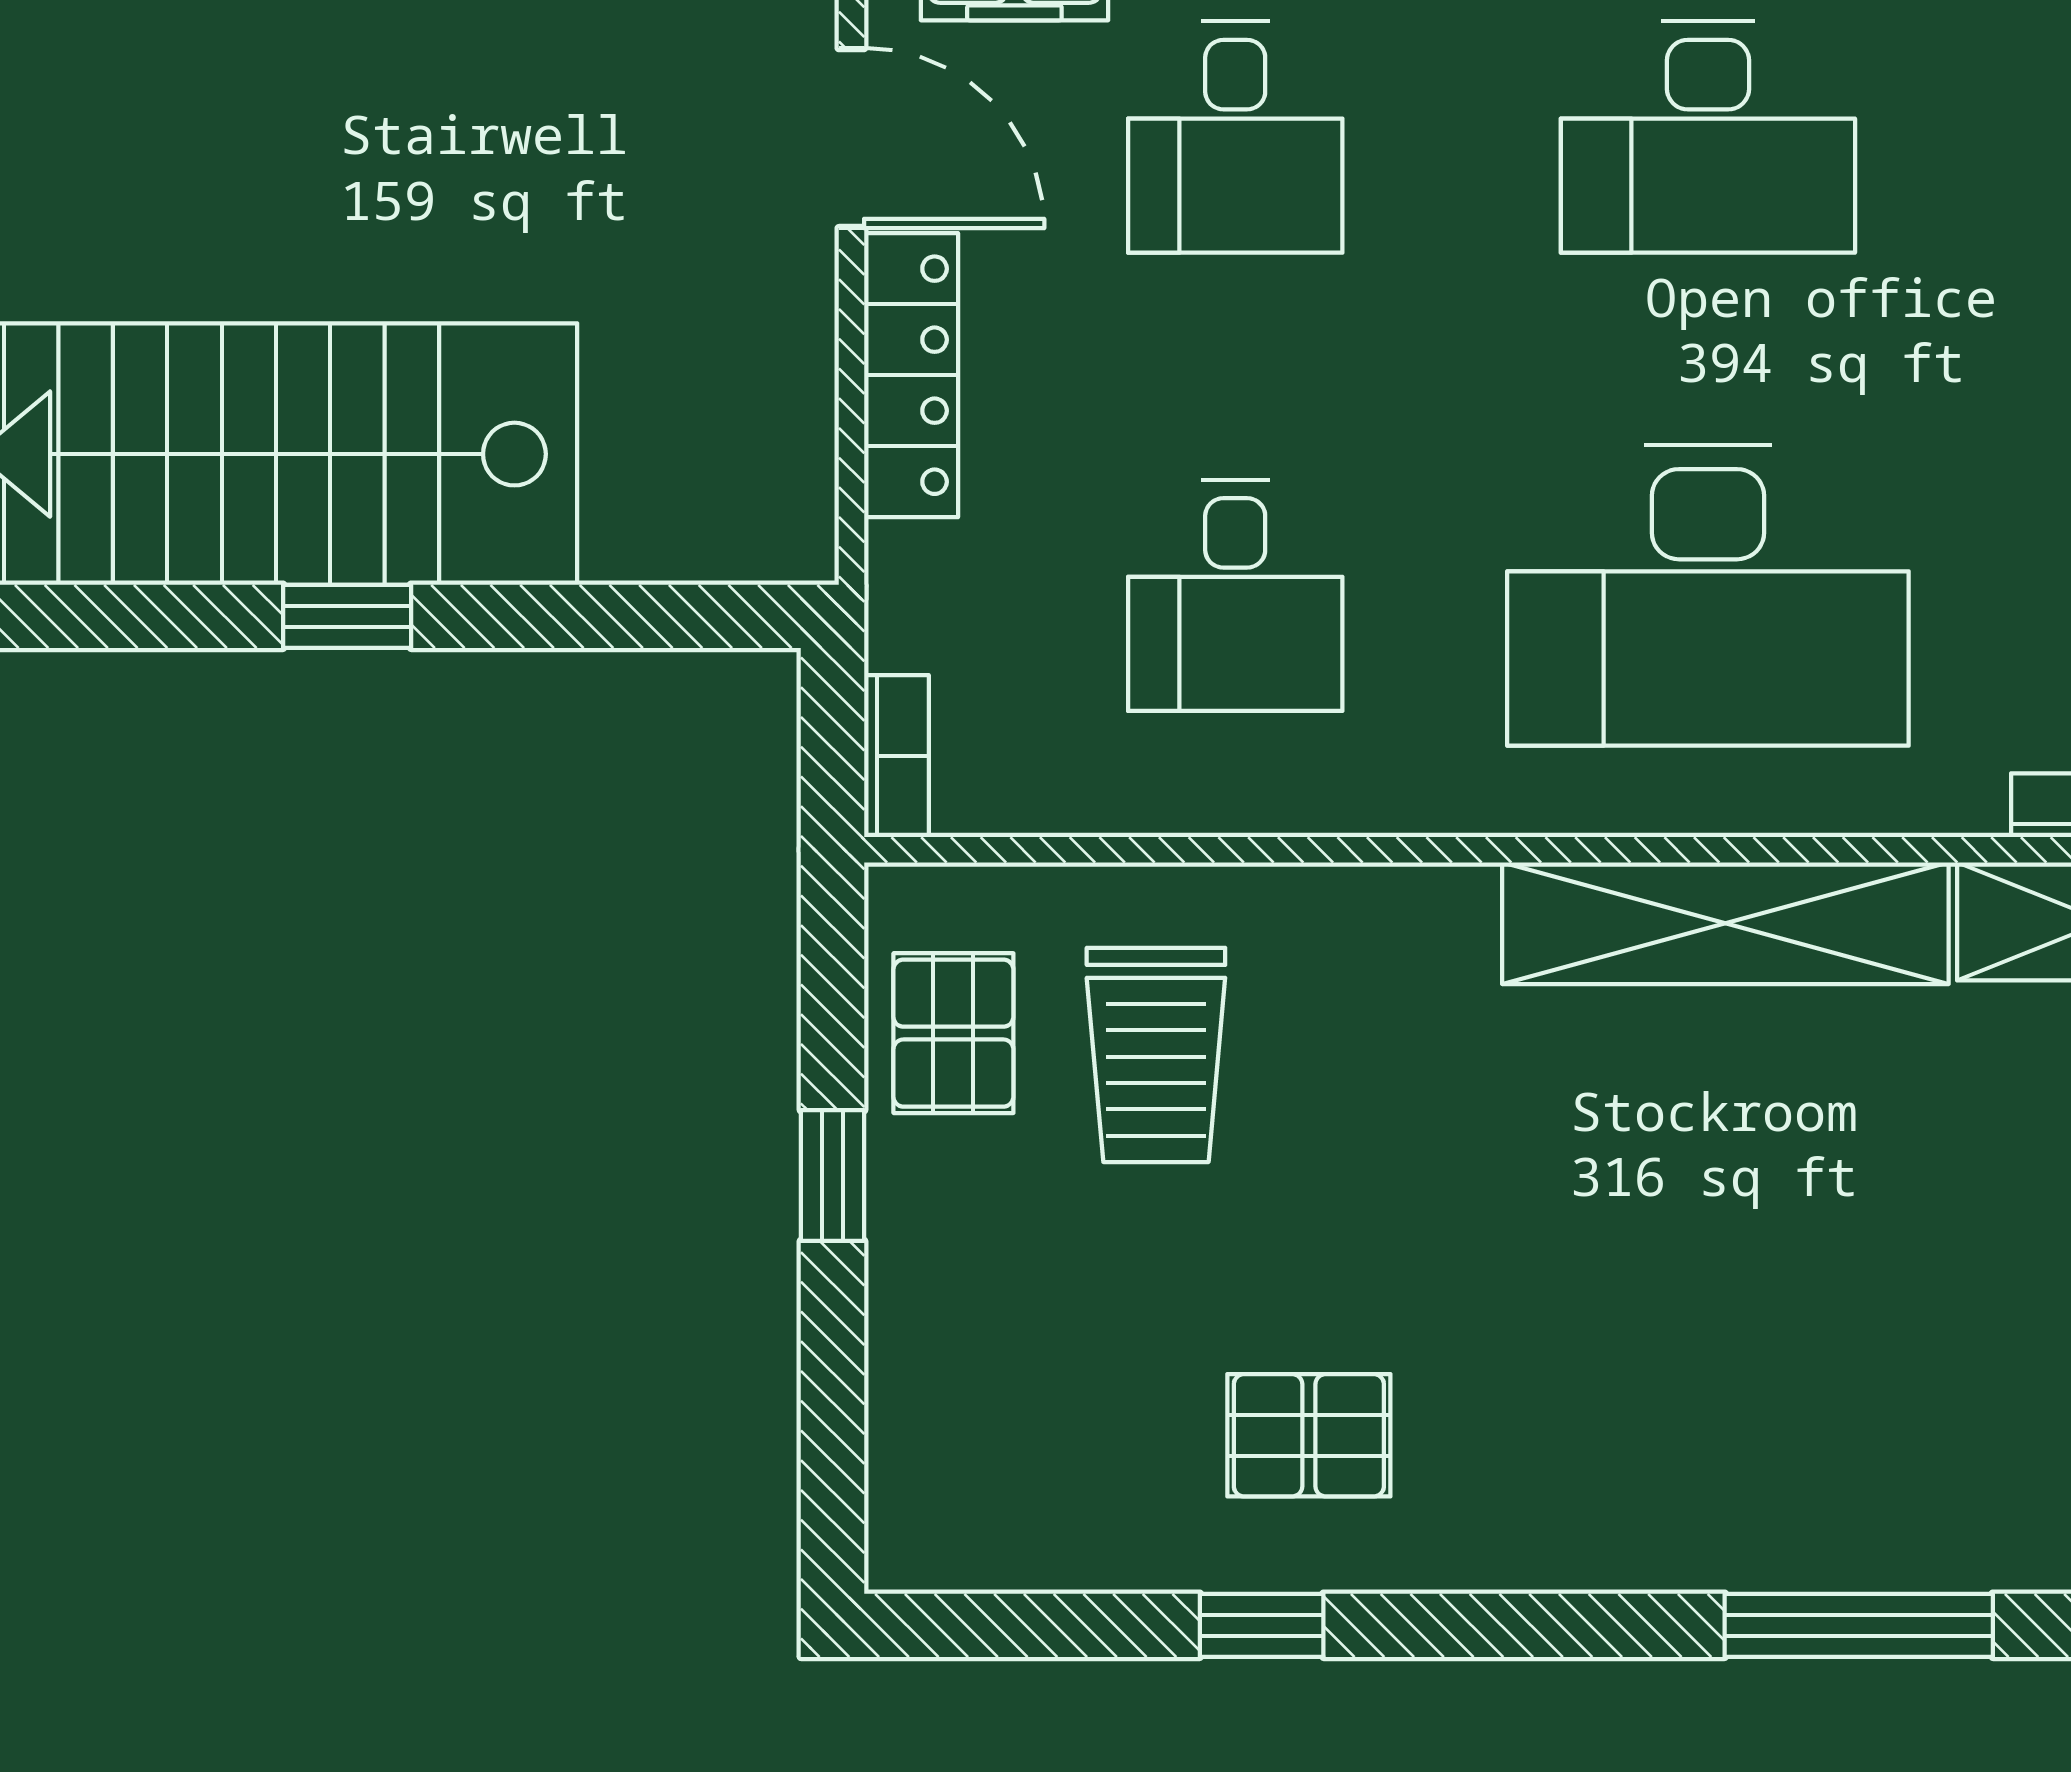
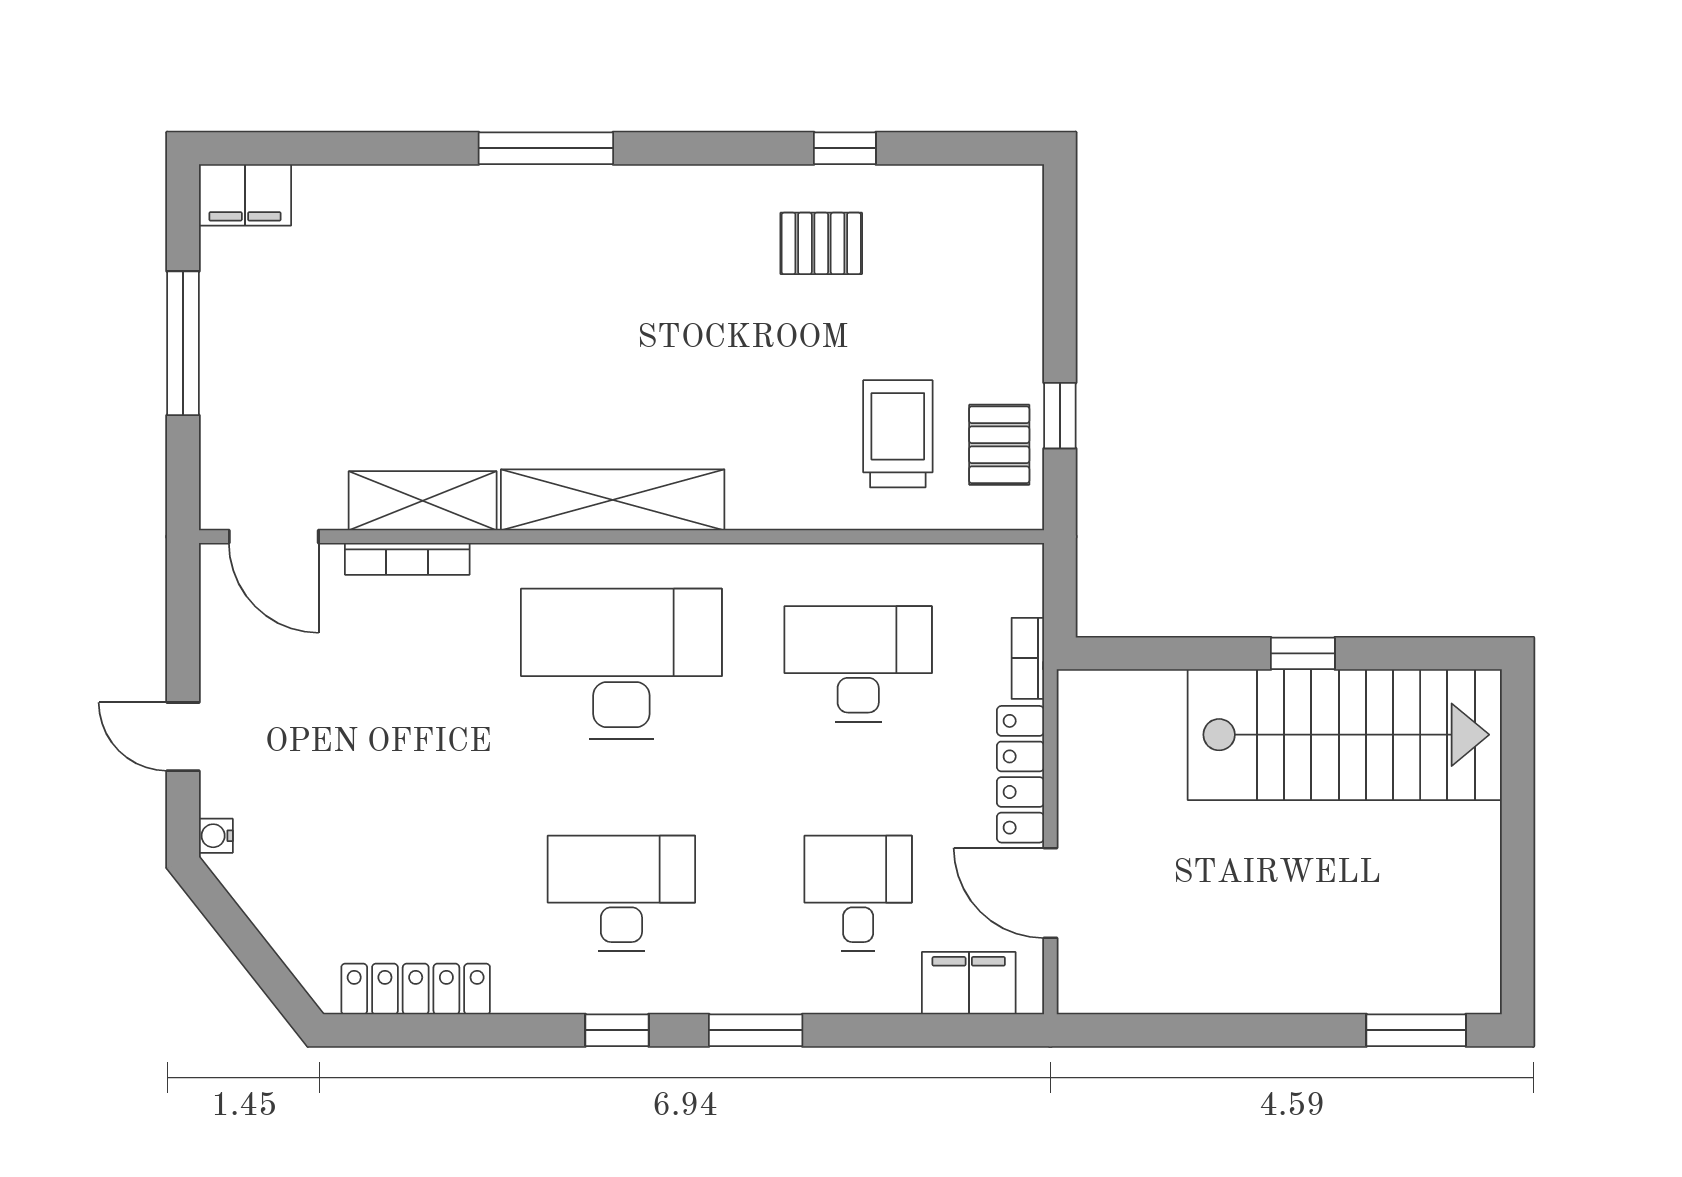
desk: (1235, 595) -> (858, 664), width x1.37
bookcase: (896, 756) -> (1028, 658), moved
window: (833, 1176) -> (1060, 416), moved

